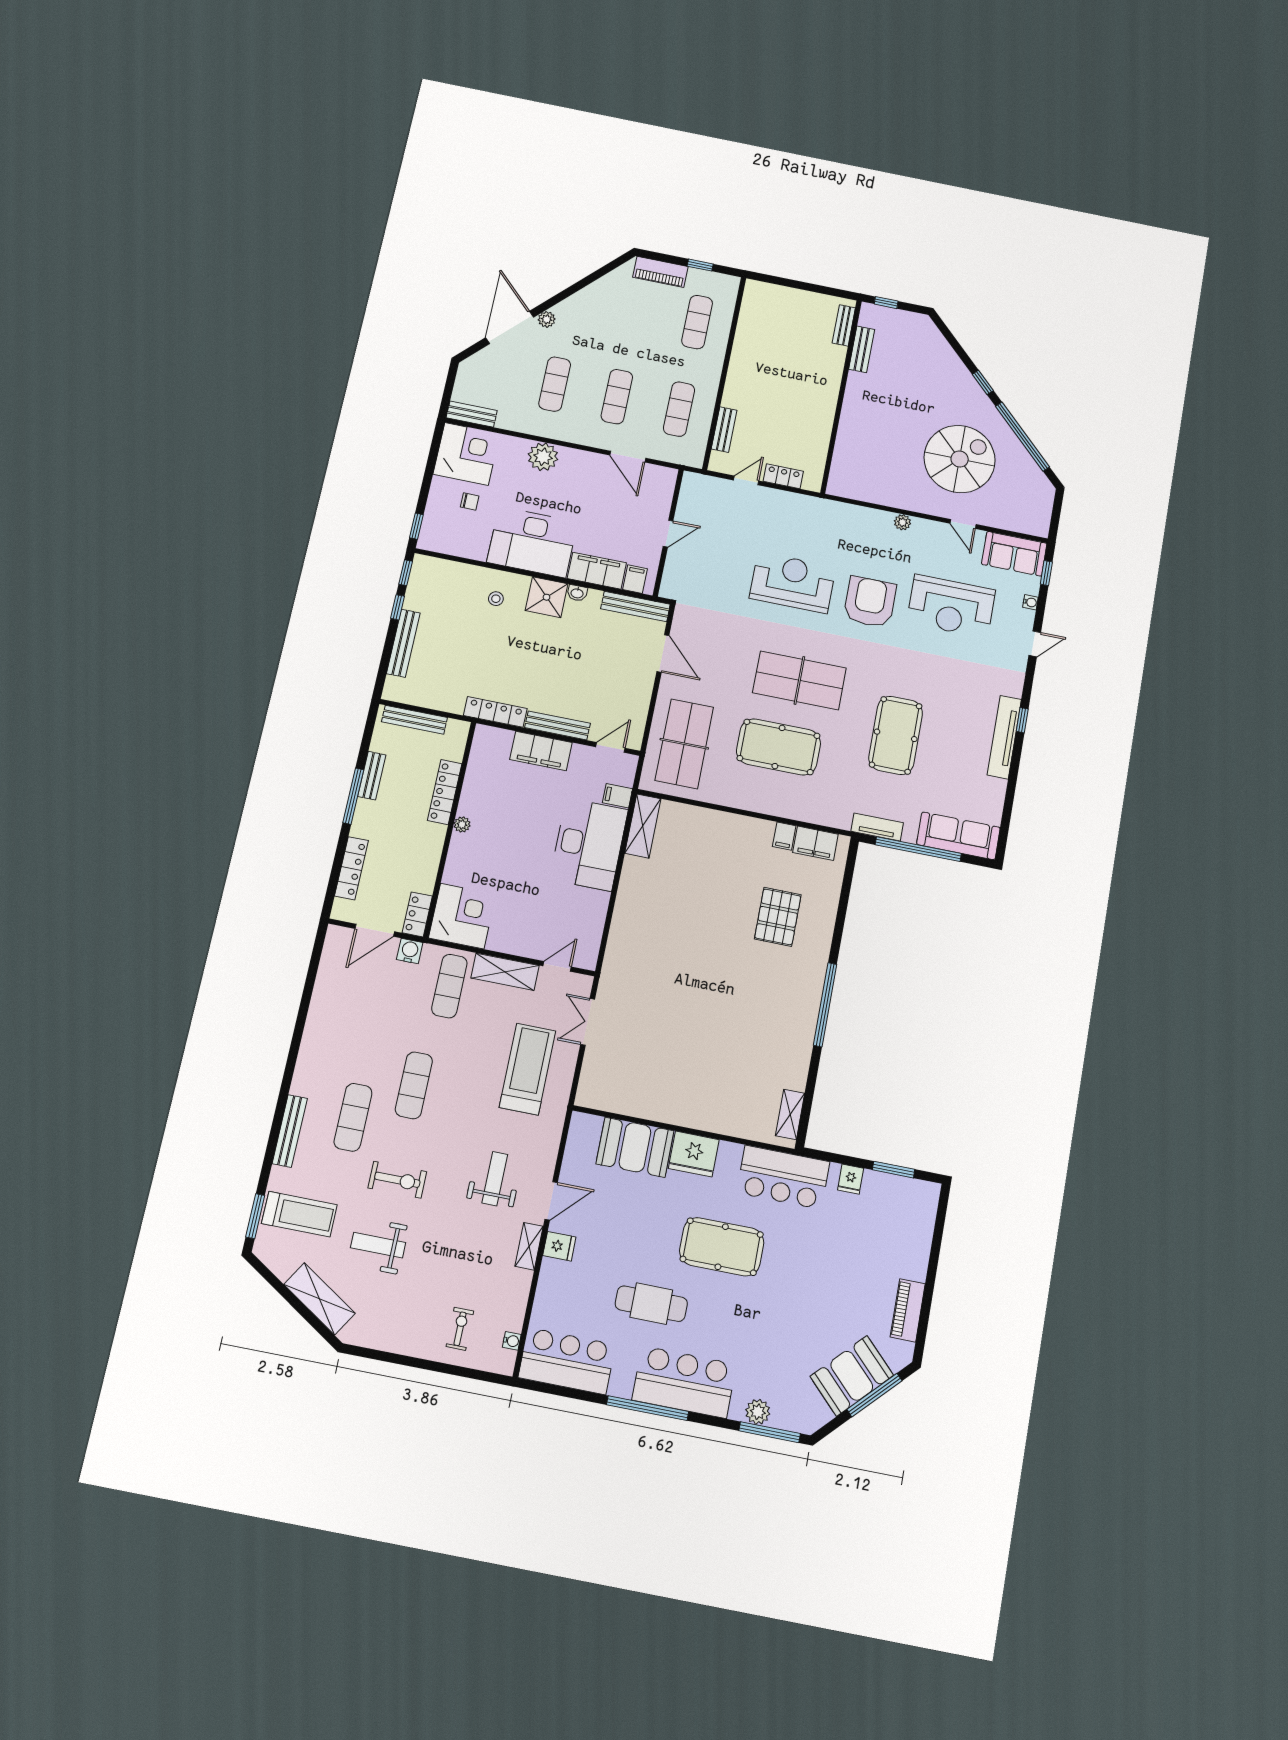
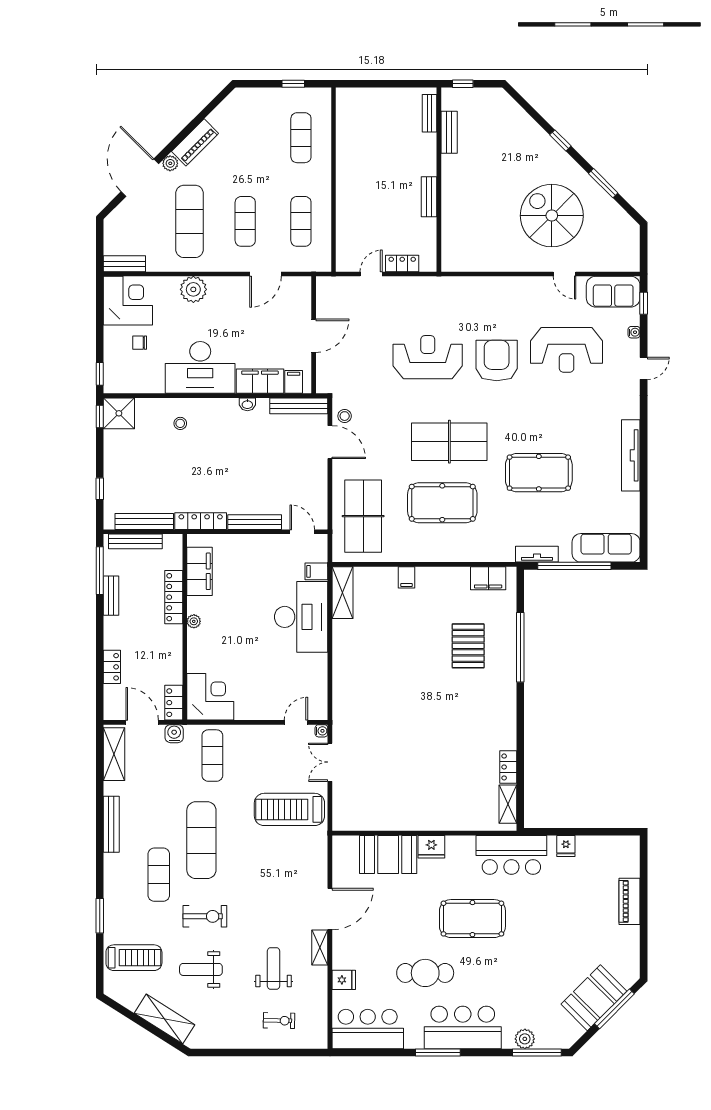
piano: (660, 272) -> (195, 142), moved, turned -45
exercise mat: (555, 384) -> (190, 221), width x1.36, depth x1.45
bench: (724, 430) -> (429, 197), moved
window: (1022, 437) -> (603, 183), width x0.47
door: (628, 457) -> (266, 274), hinge flipped
spiral stairs: (960, 459) -> (552, 216), turned -90
chair: (470, 501) -> (140, 343), turned 180
plant: (902, 522) -> (512, 283), removed
door: (668, 534) -> (314, 336), width x1.37
shower: (546, 597) -> (119, 413), moved
window: (398, 607) -> (100, 489), moved
stool: (685, 628) -> (345, 416), added
bench: (403, 643) -> (144, 521), moved, turned 90
window: (1022, 720) -> (644, 438), removed
pool table: (896, 735) -> (539, 473), turned 90
door: (610, 747) -> (302, 532), hinge flipped
filing cabinet: (541, 751) -> (199, 571), moved, turned -90
window: (353, 796) -> (100, 571), moved
filing cabinet: (784, 836) -> (406, 577), moved
locker: (351, 868) -> (112, 667), width x0.66
door: (375, 930) -> (142, 722), swing flipped
shelving: (505, 972) -> (114, 754), moved, turned 90
window: (825, 1005) -> (520, 647), moved
treadmill: (528, 1069) -> (289, 809), turned -90
locker: (799, 1070) -> (508, 767), added
exercise mat: (414, 1085) -> (201, 840), width x1.36, depth x1.45
bench: (290, 1131) -> (111, 824), moved
fridge: (694, 1154) -> (431, 847), width x0.73, depth x0.75
window: (894, 1170) -> (599, 832), removed
weight bench: (495, 1179) -> (274, 968), moved
door: (551, 1201) -> (330, 909), width x1.36
window: (255, 1216) -> (100, 916), moved
fridge: (559, 1246) -> (344, 980), moved
piano: (908, 1310) -> (630, 901), moved
exercise bike: (460, 1329) -> (279, 1021), turned 91
water cooler: (512, 1341) -> (321, 731), moved
window: (648, 1408) -> (438, 1052), width x0.68

